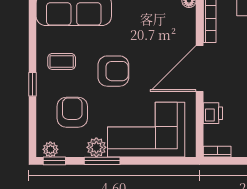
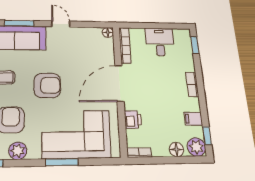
plant: (96, 147) -> (18, 151), moved
window: (102, 161) -> (62, 162), moved

